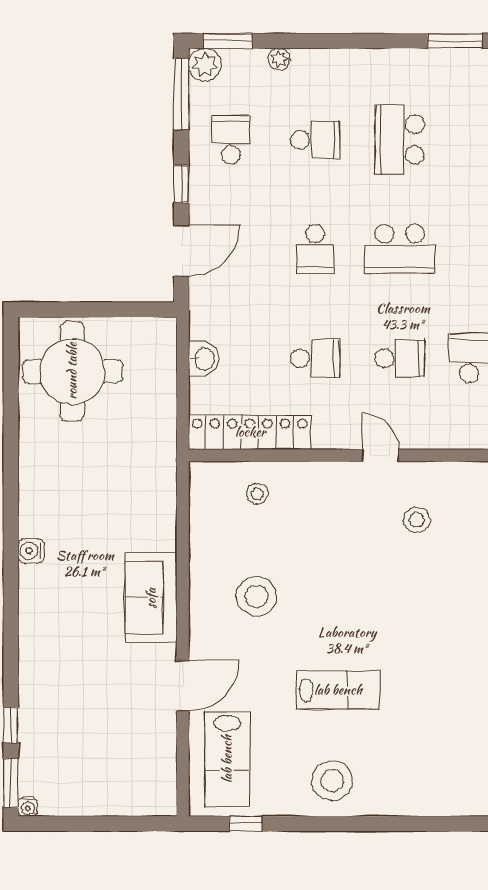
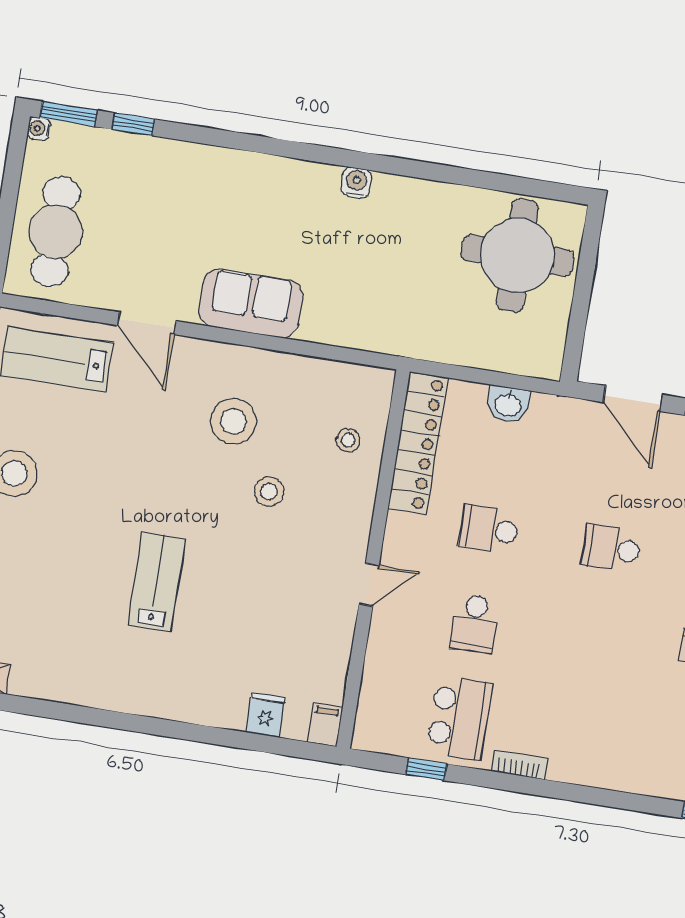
school desk: (400, 249) -> (596, 643), removed
school desk: (315, 358) -> (489, 529), turned 90
stool: (417, 520) -> (269, 492), moved
water cooler: (31, 551) -> (356, 183), moved
lab bench: (338, 690) -> (157, 582), moved, turned 180
cafe table: (115, 778) -> (56, 232), added

